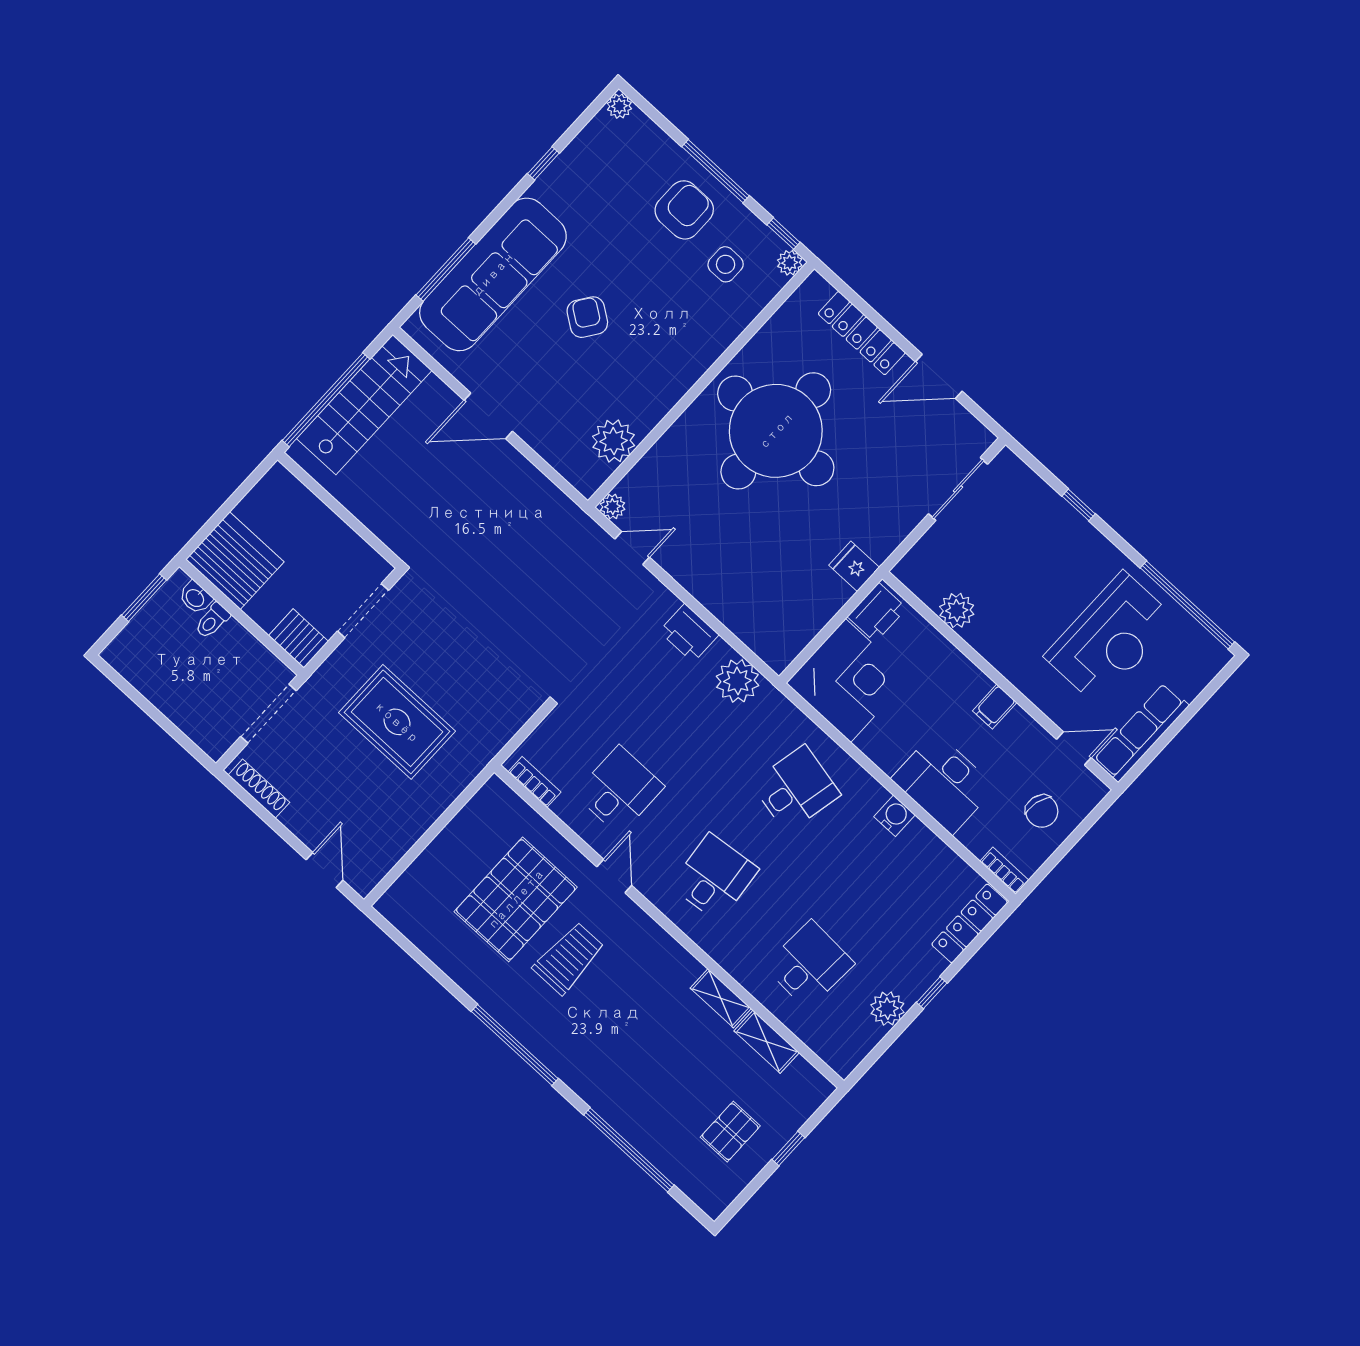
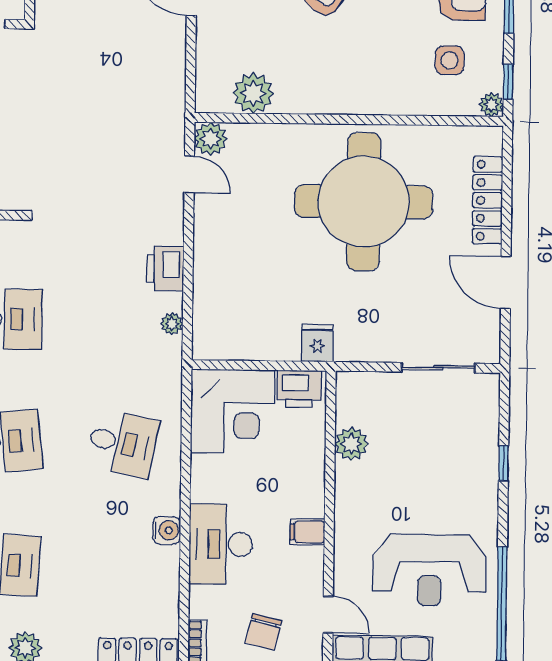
plant: (613, 507) -> (211, 139), width x1.38, depth x1.38
plant: (737, 681) -> (172, 324), width x0.53, depth x0.53

